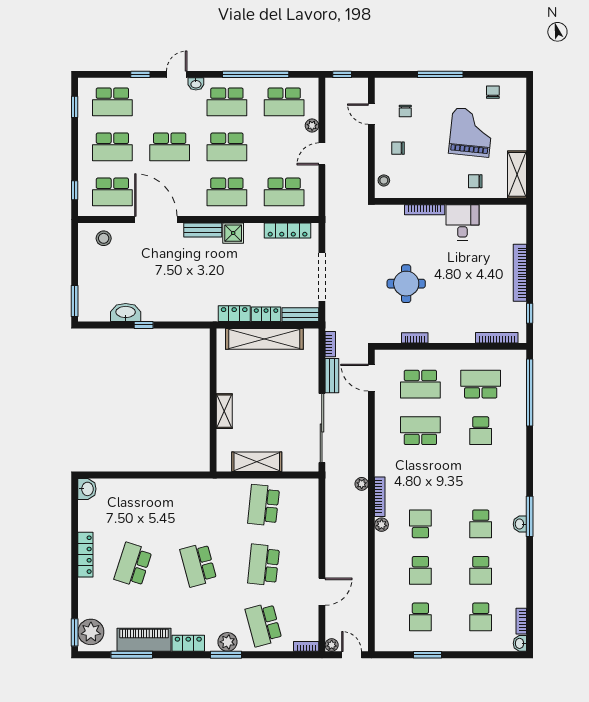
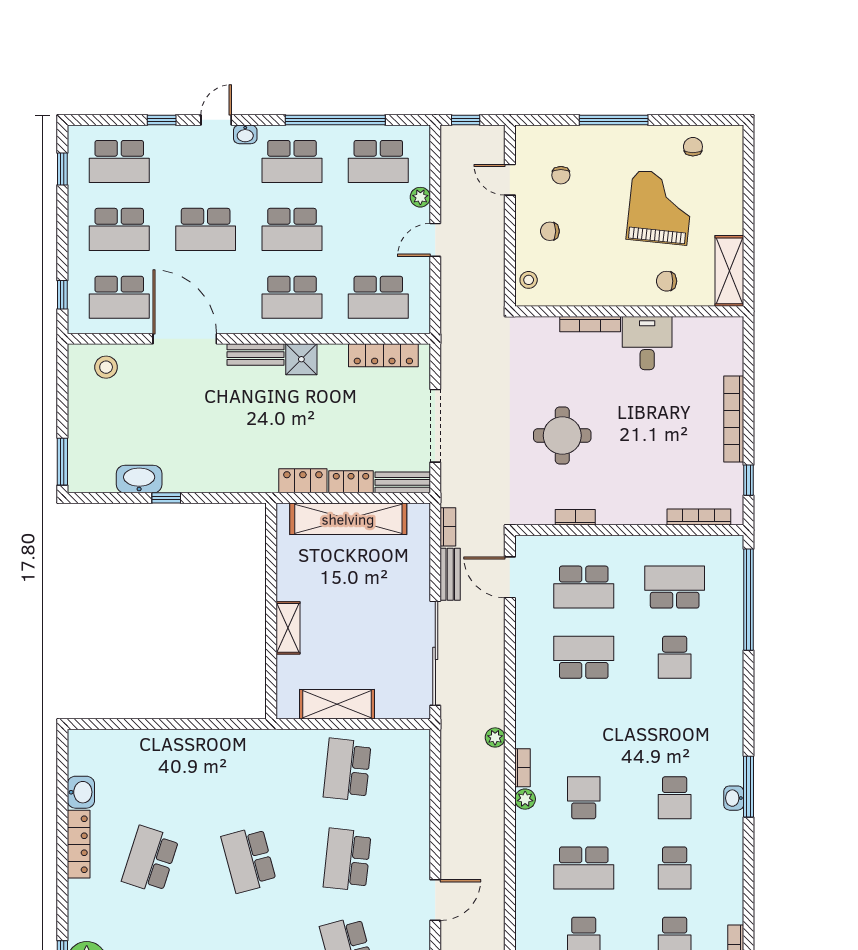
washbasin: (87, 489) -> (81, 792), moved
bookcase: (380, 497) -> (522, 768), width x0.64
school desk: (420, 570) -> (584, 868), width x1.85

